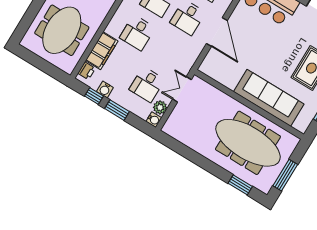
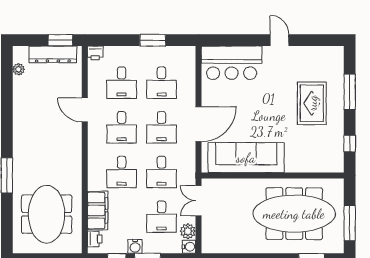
door: (217, 32) -> (198, 124), hinge flipped
desk: (167, 51) -> (162, 172), added
water cooler: (105, 89) -> (135, 246), moved
sofa: (269, 98) -> (246, 158), moved

